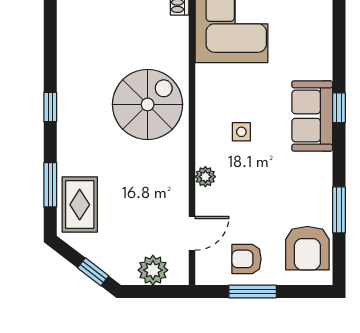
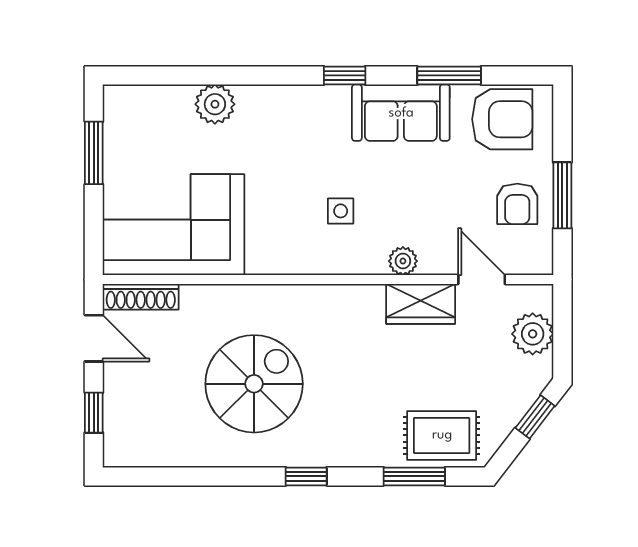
plant: (318, 41) -> (215, 104), added
spiral stairs: (148, 104) -> (254, 384), moved, turned 90
window: (339, 108) -> (345, 75), moved
sofa: (312, 116) -> (401, 113), moved
wardrobe: (175, 189) -> (421, 304), added

